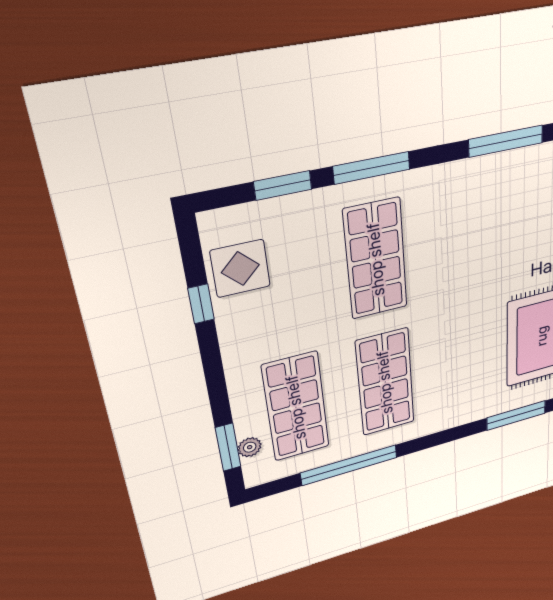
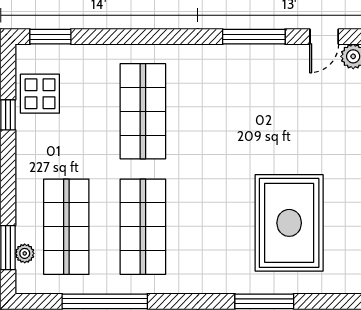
window: (372, 168) -> (145, 37), removed
window: (283, 185) -> (50, 37), moved

